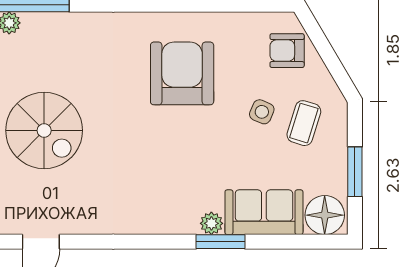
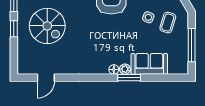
window: (355, 172) -> (192, 45), width x1.44
floor lamp: (325, 215) -> (114, 70), moved, width x0.53, depth x0.53

